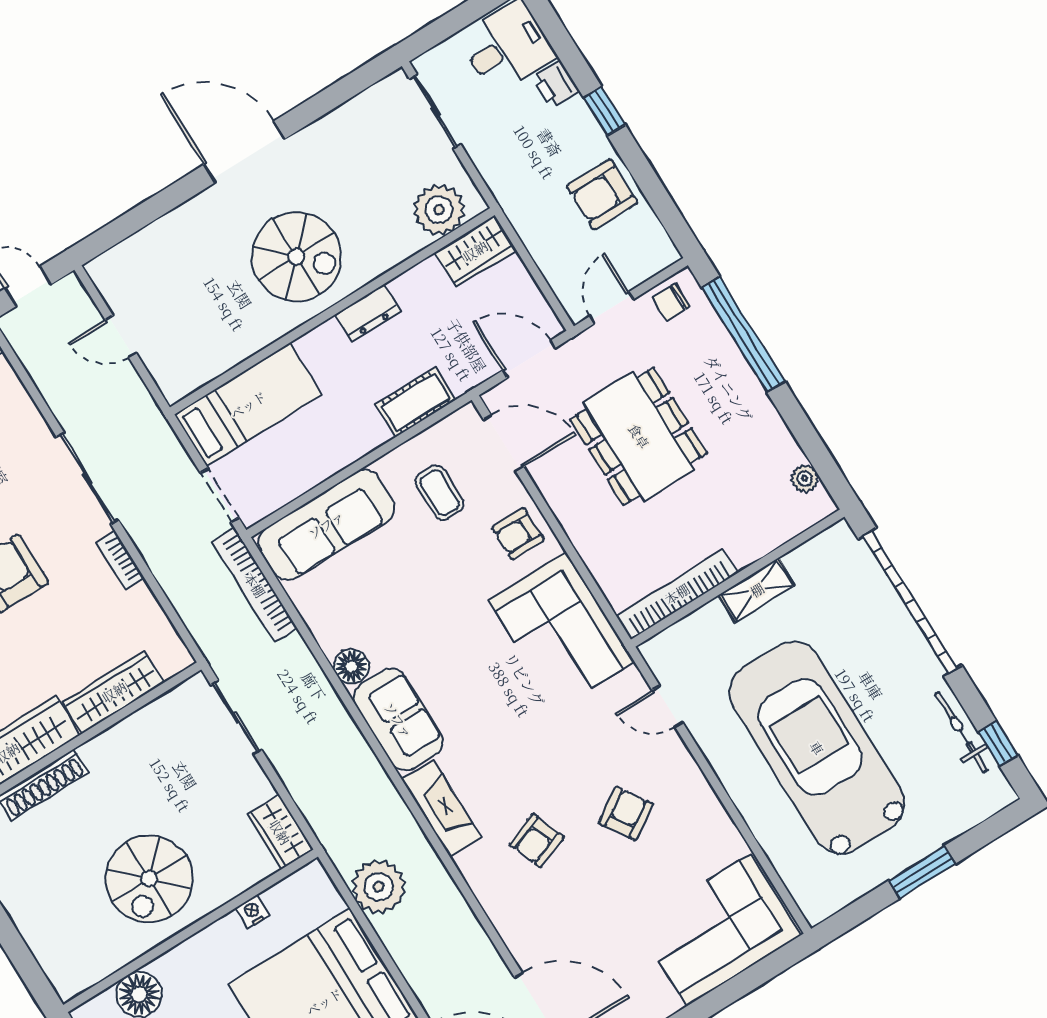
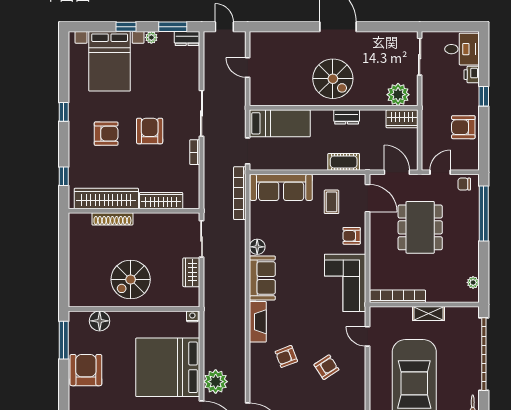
wardrobe: (280, 832) -> (191, 272), moved
plant: (379, 887) -> (216, 382), moved
nightstand: (253, 911) -> (192, 316), moved

